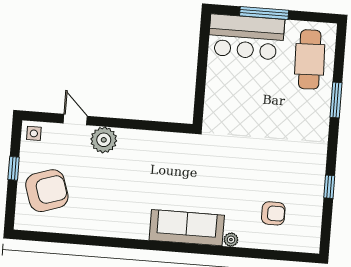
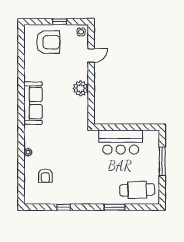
bar counter: (246, 37) -> (121, 142), moved, turned -90
plant: (104, 140) -> (81, 88), moved
armchair: (47, 191) -> (48, 42), turned -72
sofa: (187, 228) -> (33, 103), moved

